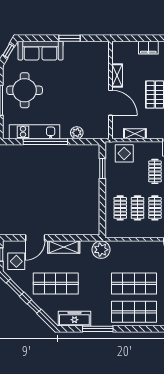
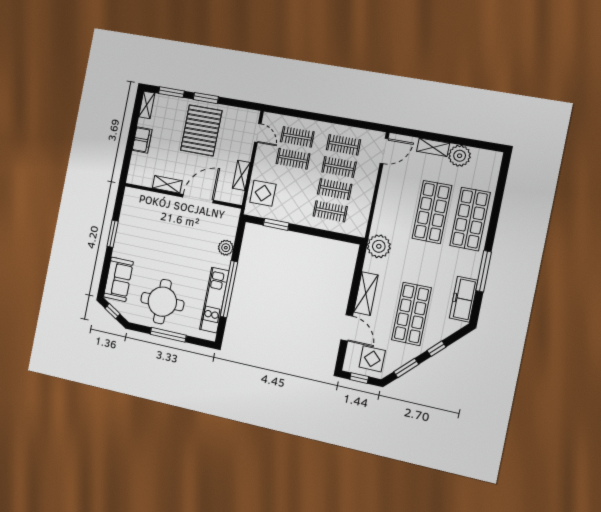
sofa: (40, 51) -> (118, 279), width x0.73

